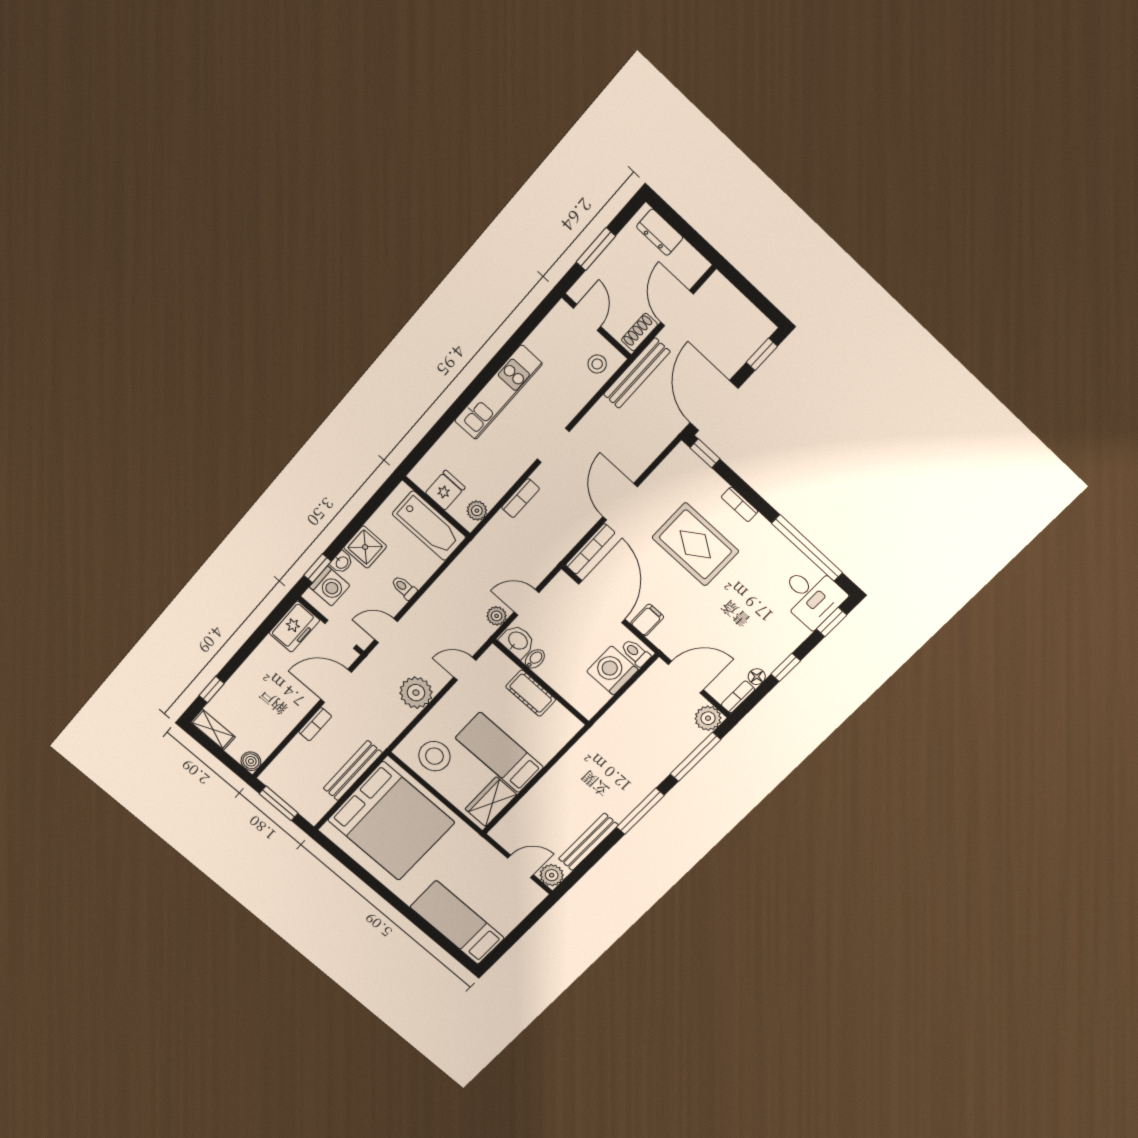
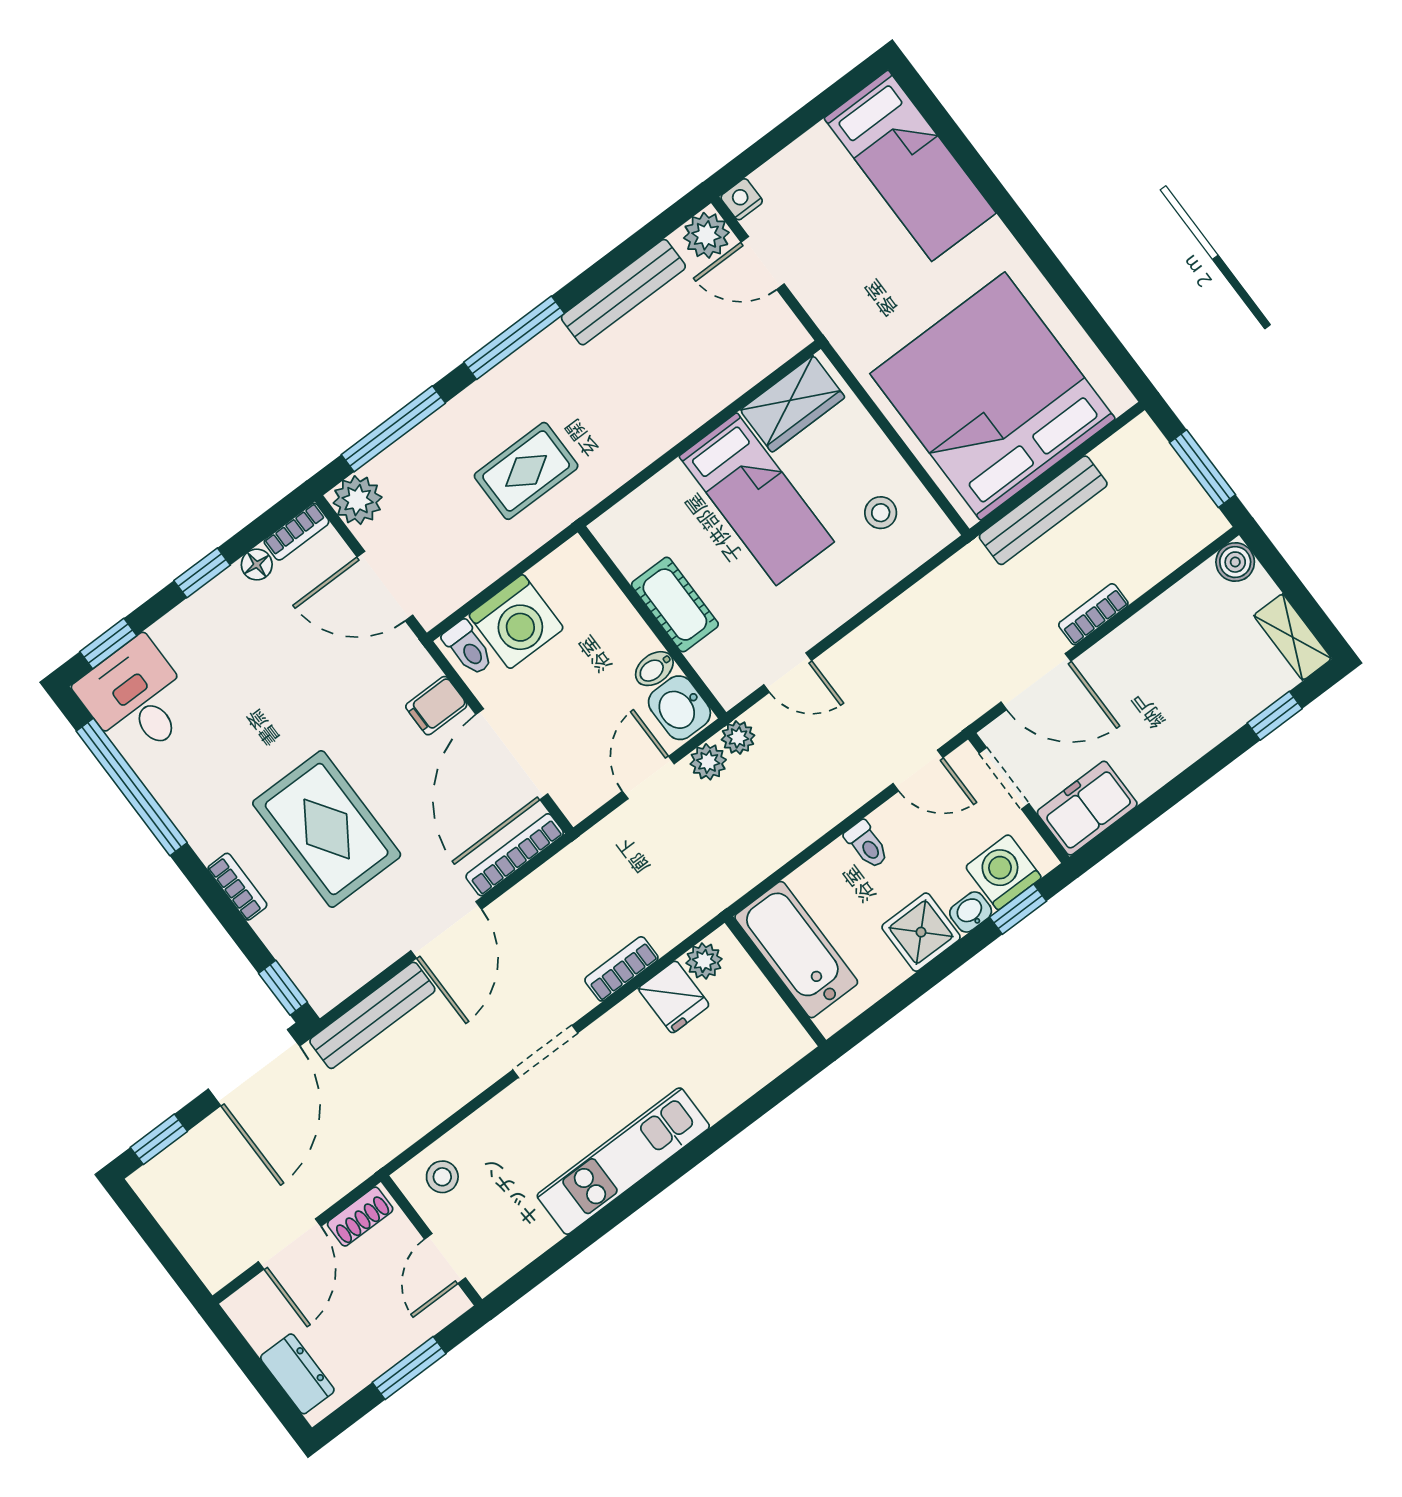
bench: (637, 373) -> (372, 1015), moved
fridge: (445, 490) -> (674, 997), moved, turned -90
door: (527, 602) -> (648, 778), swing flipped
plant: (416, 693) -> (738, 737), moved, width x0.53, depth x0.53
rug: (622, 747) -> (526, 471), added
stool: (434, 756) -> (881, 513), width x0.53, depth x0.53
nightstand: (537, 895) -> (742, 199), added

